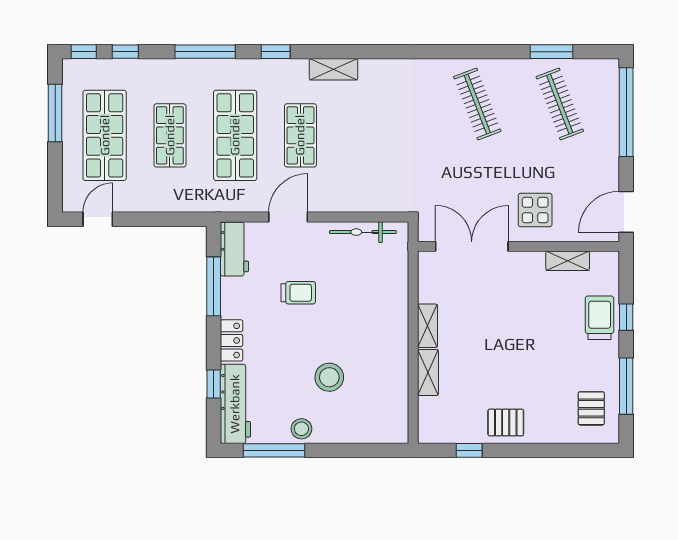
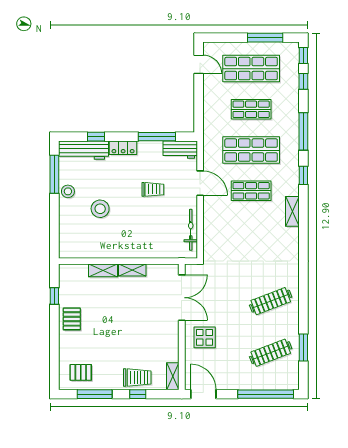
shelving: (568, 261) -> (173, 376), moved
trolley: (298, 293) -> (153, 189), turned -90

